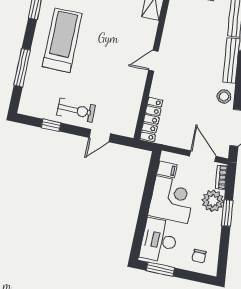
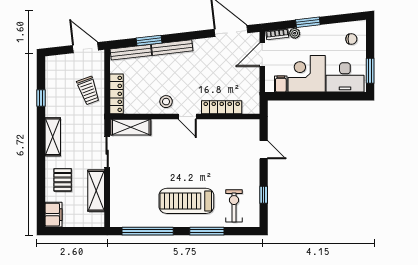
window: (22, 68) -> (207, 231), moved
stool: (224, 96) -> (166, 102), moved
exercise bike: (76, 110) -> (234, 206), moved
locker: (151, 119) -> (222, 107), moved
plant: (213, 201) -> (295, 33), width x0.53, depth x0.53

